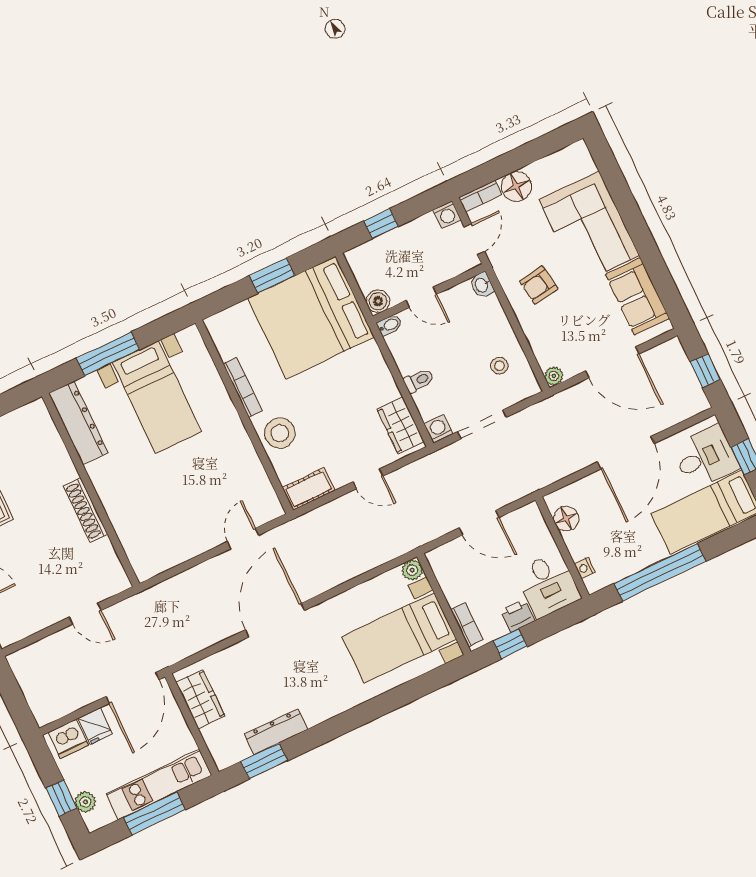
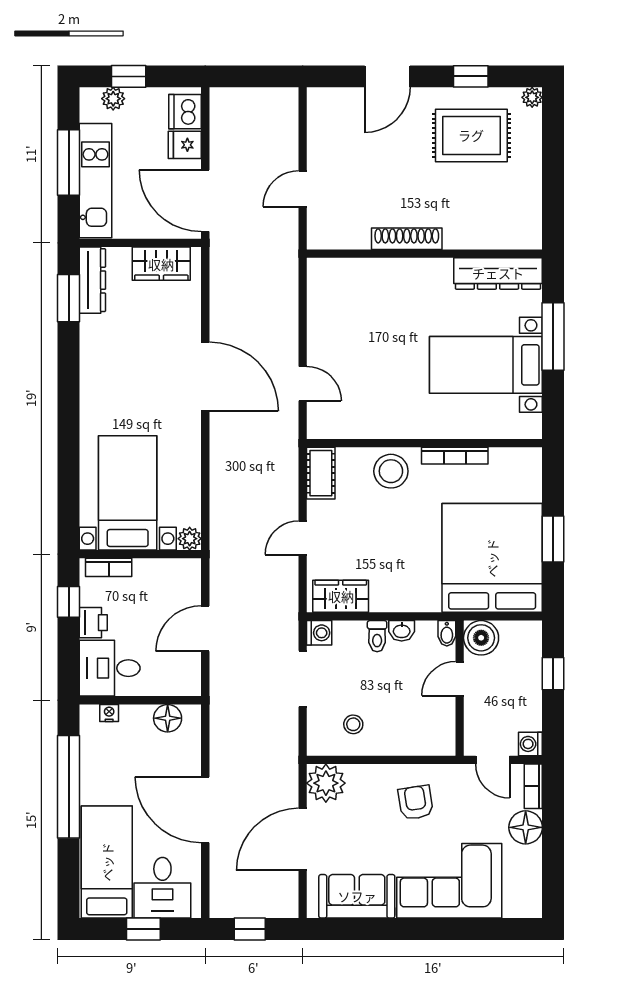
washbasin: (482, 285) -> (402, 631), moved, turned 180
boiler: (378, 301) -> (481, 638), width x1.36, depth x1.36
plant: (554, 376) -> (326, 783), width x1.87, depth x1.87
dresser: (276, 732) -> (92, 280), moved

